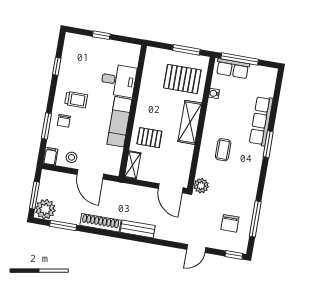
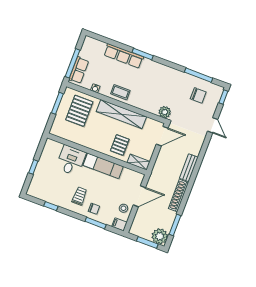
shelving: (190, 122) -> (121, 114), width x1.47
coffee table: (223, 150) -> (120, 92), moved

